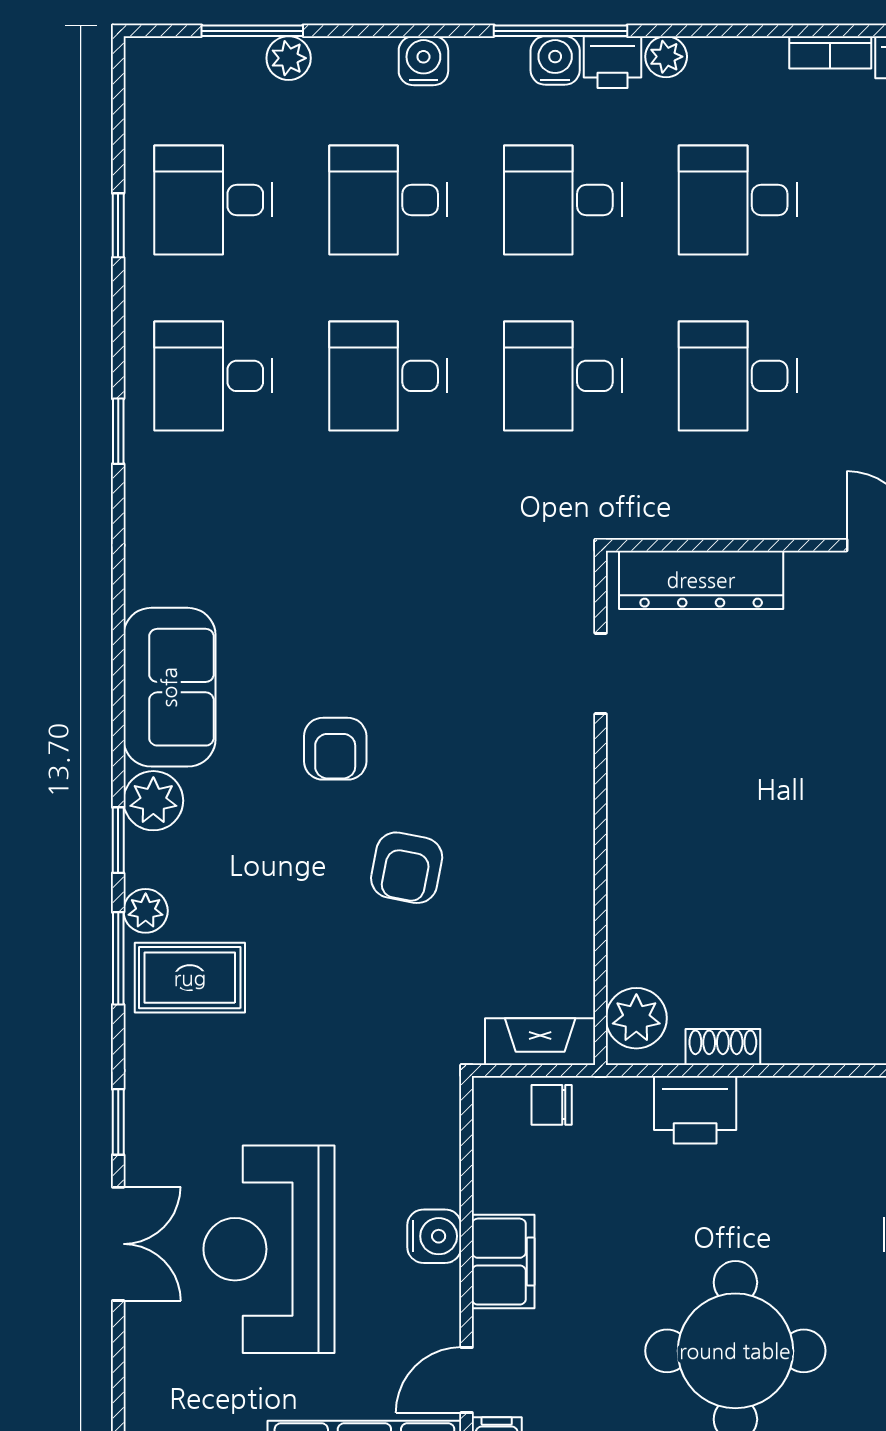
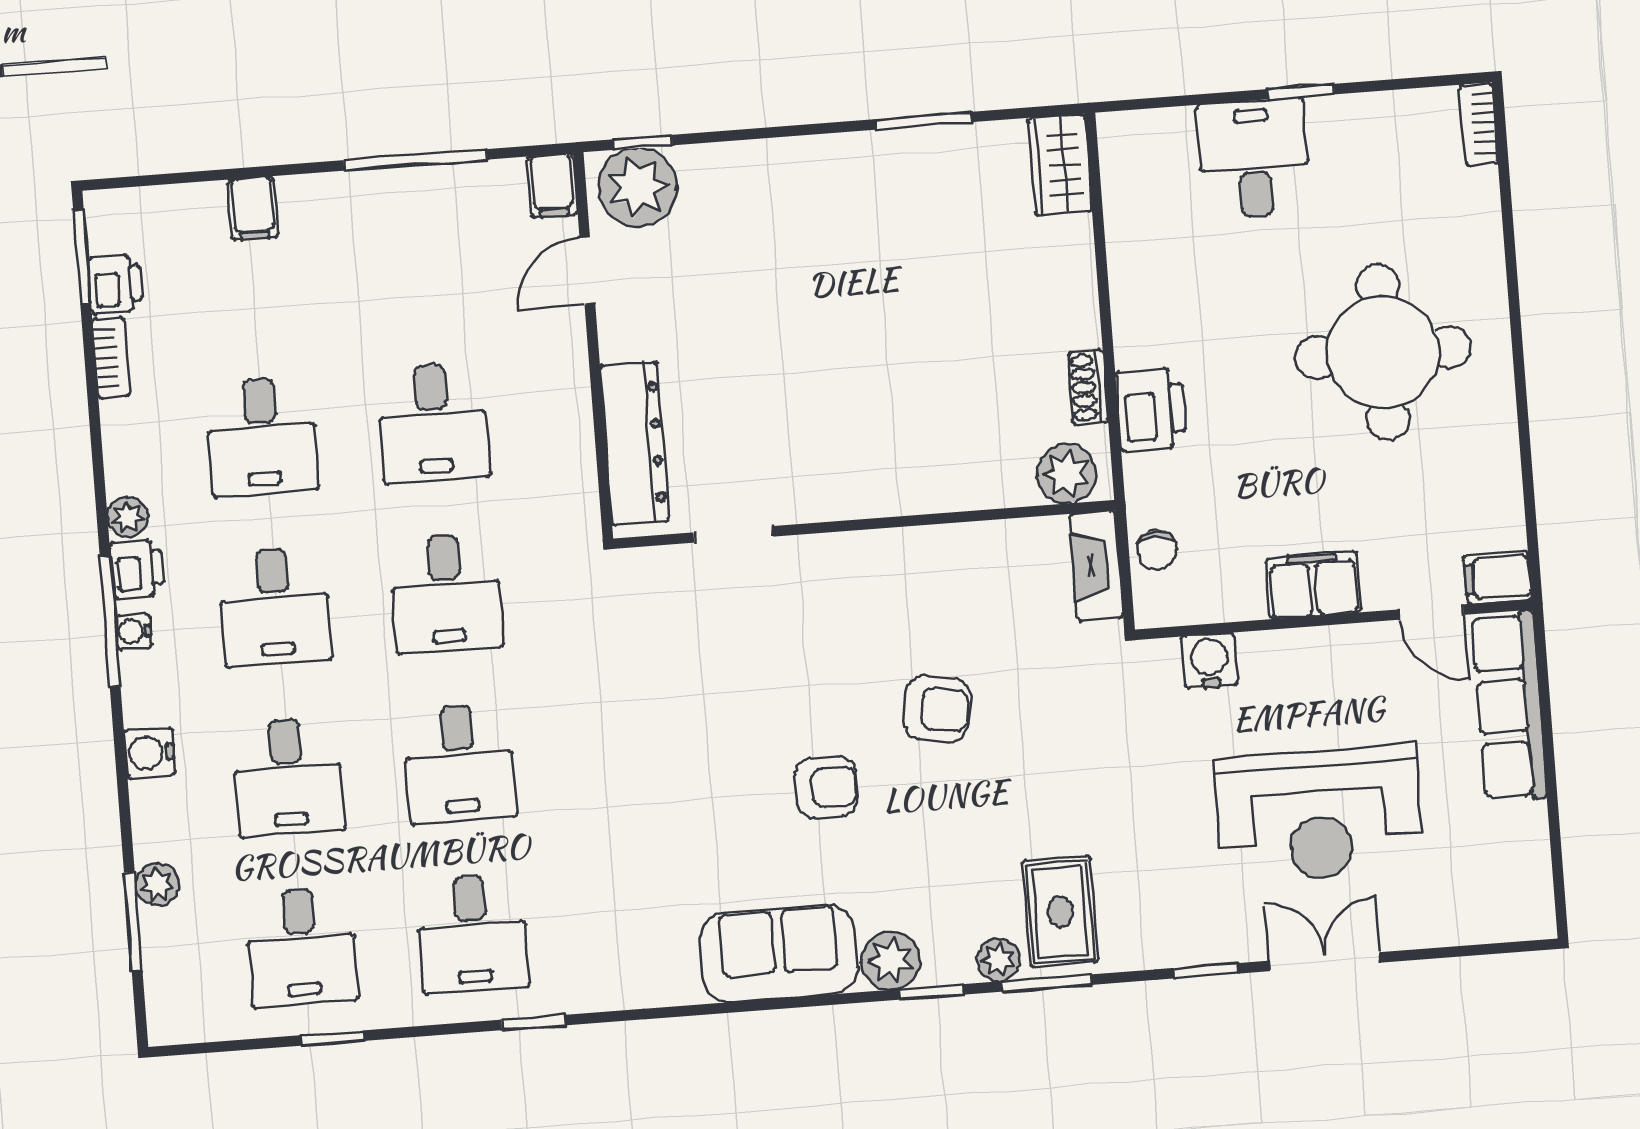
water cooler: (555, 60) -> (133, 632), width x0.72, depth x0.72
water cooler: (434, 1236) -> (1210, 661), moved

